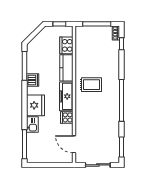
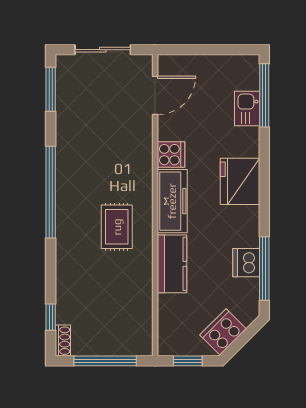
cooker: (66, 45) -> (223, 332), moved, turned -135
dishwasher: (33, 80) -> (246, 263), moved
rug: (91, 85) -> (117, 227), turned 90
kitchen sink: (32, 124) -> (247, 109), moved
door: (74, 144) -> (155, 95), hinge flipped

